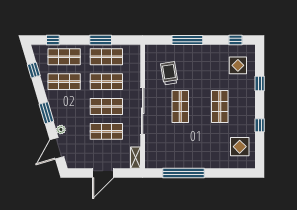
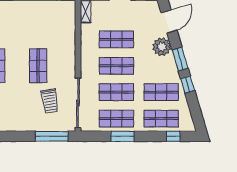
window: (187, 40) -> (52, 136), moved
window: (34, 70) -> (188, 85), moved
sliding door: (143, 111) -> (78, 103), moved
plant: (61, 130) -> (162, 47), width x1.88, depth x1.88

